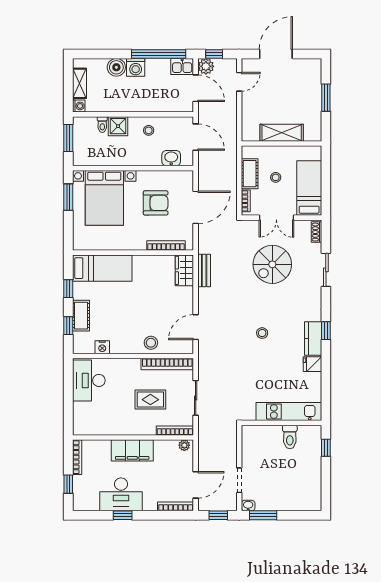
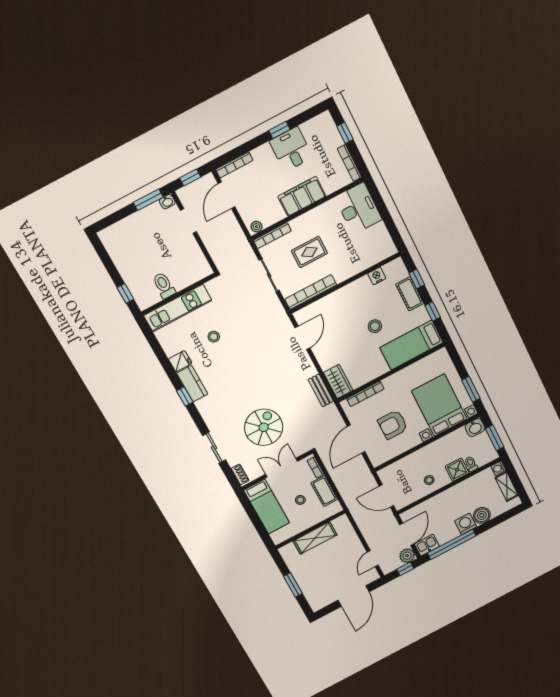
door: (196, 88) -> (407, 534), swing flipped
washbasin: (171, 158) -> (475, 428), moved
stool: (262, 333) -> (214, 337), moved
stool: (151, 343) -> (375, 326), moved
desk: (89, 380) -> (358, 208), moved
desk: (121, 494) -> (291, 149), width x0.73

